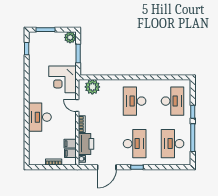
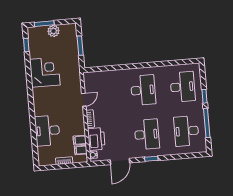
plant: (70, 37) -> (54, 31), moved
corner desk: (62, 79) -> (45, 72), moved, turned 180
plant: (92, 87) -> (98, 79), removed
desk: (135, 101) -> (143, 90), turned 180
door: (77, 106) -> (84, 100), swing flipped
desk: (40, 117) -> (47, 131), moved

